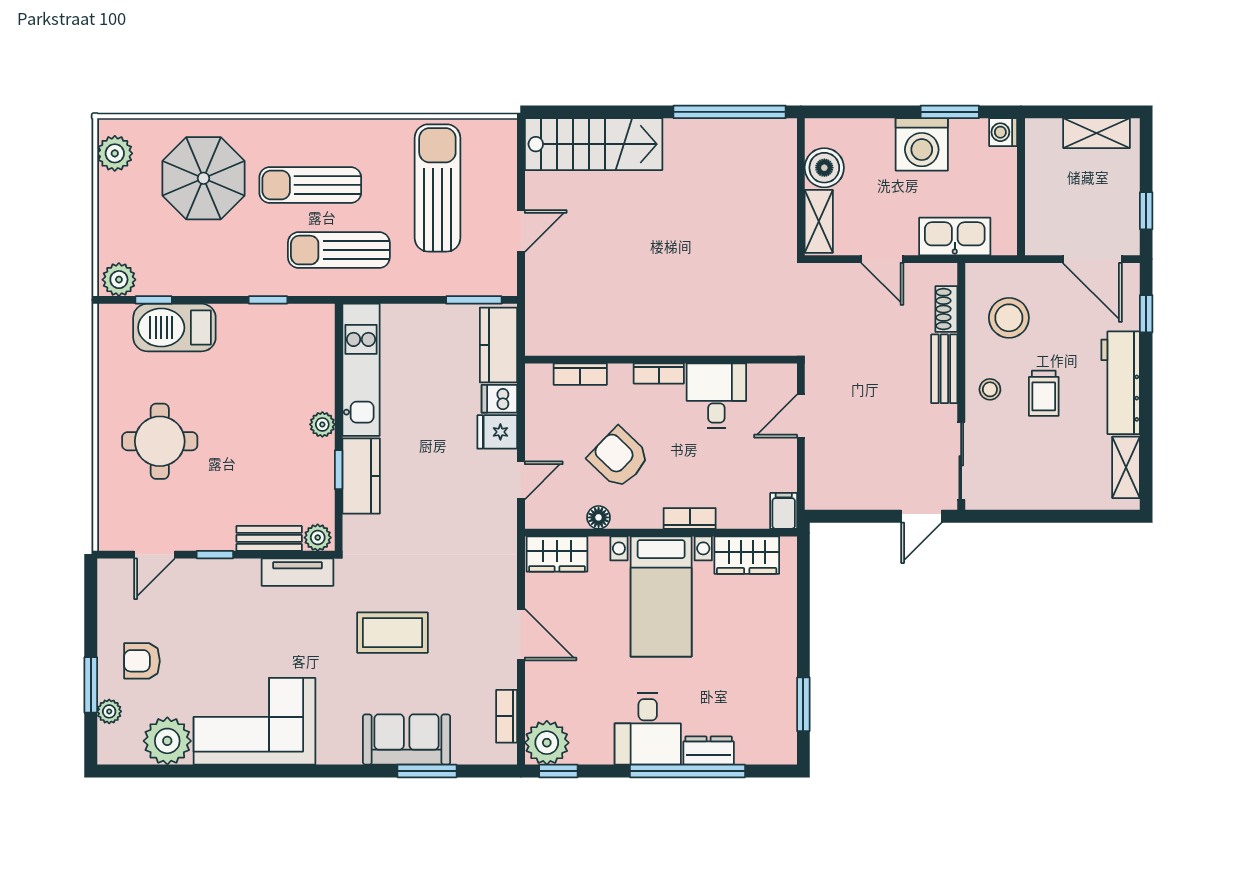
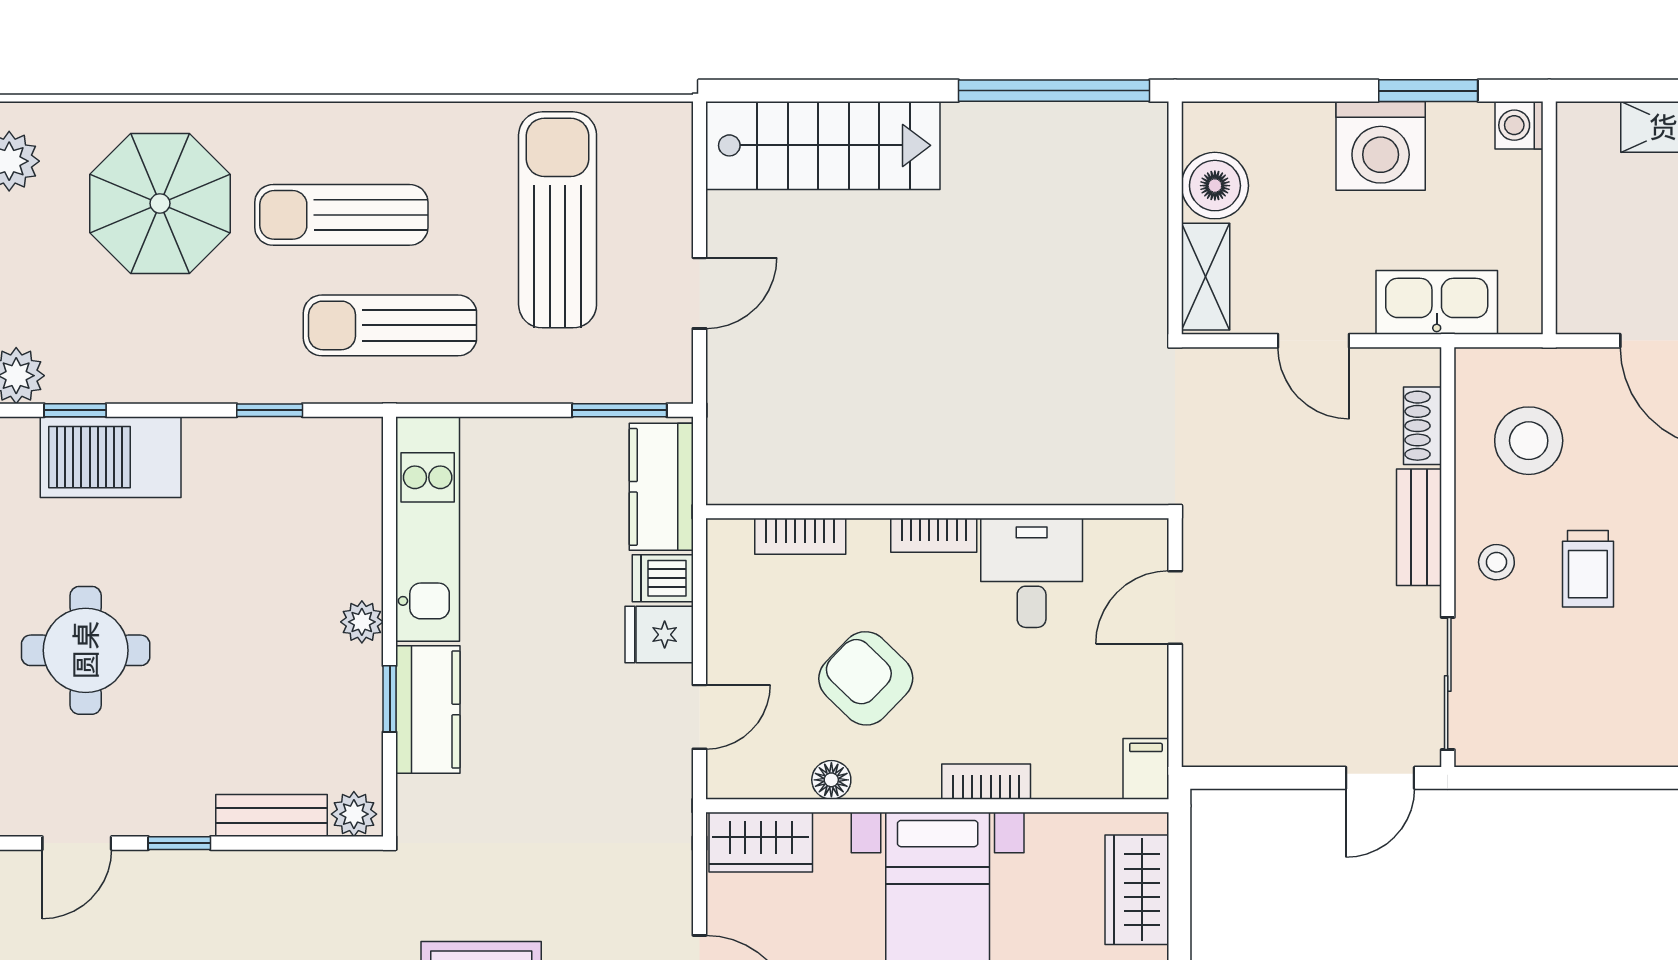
wardrobe: (747, 555) -> (1137, 890), moved, turned 90
tv unit: (297, 572) -> (320, 873), removed

